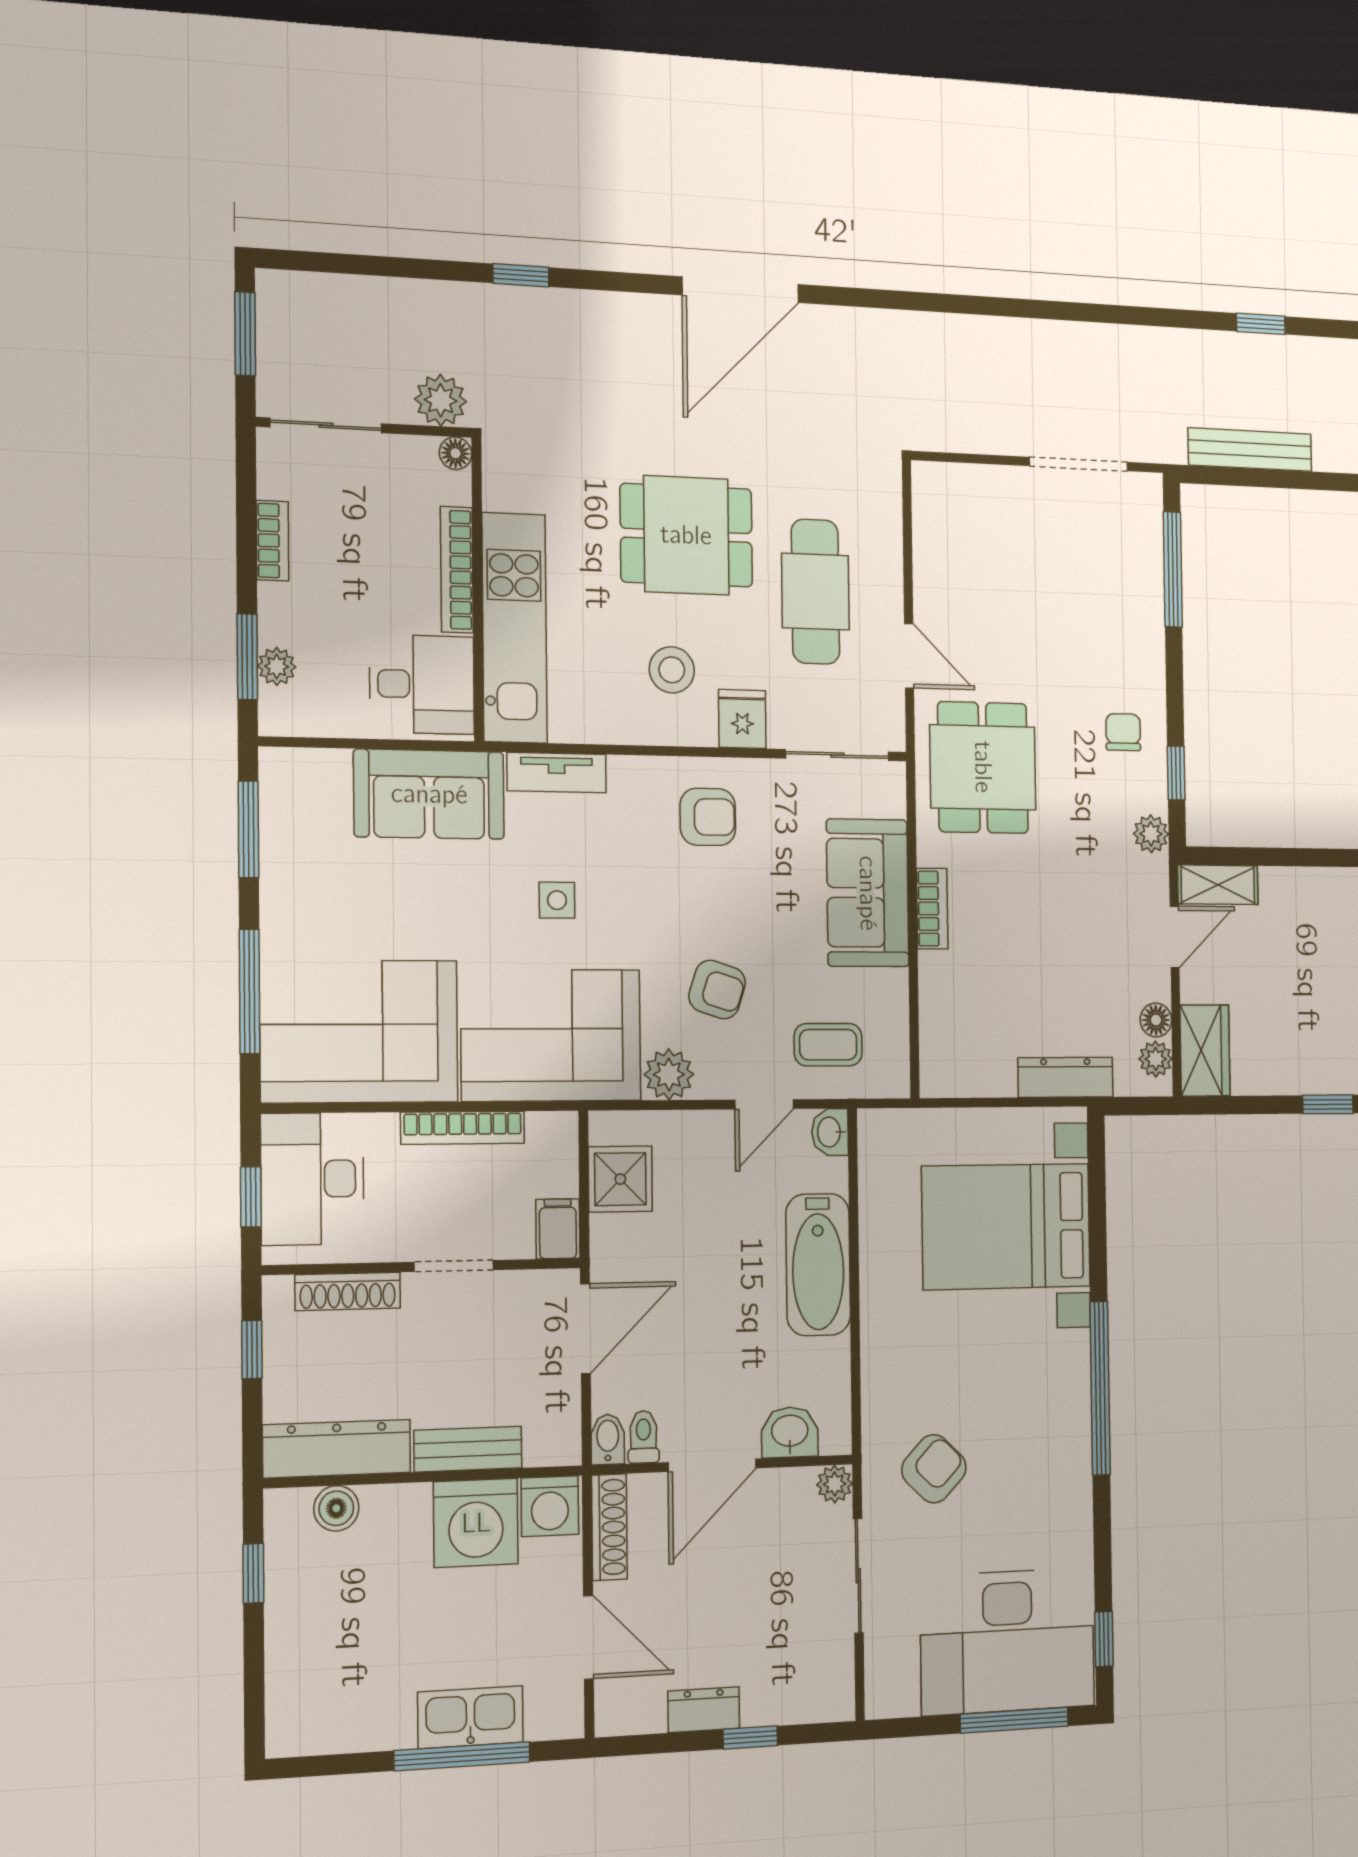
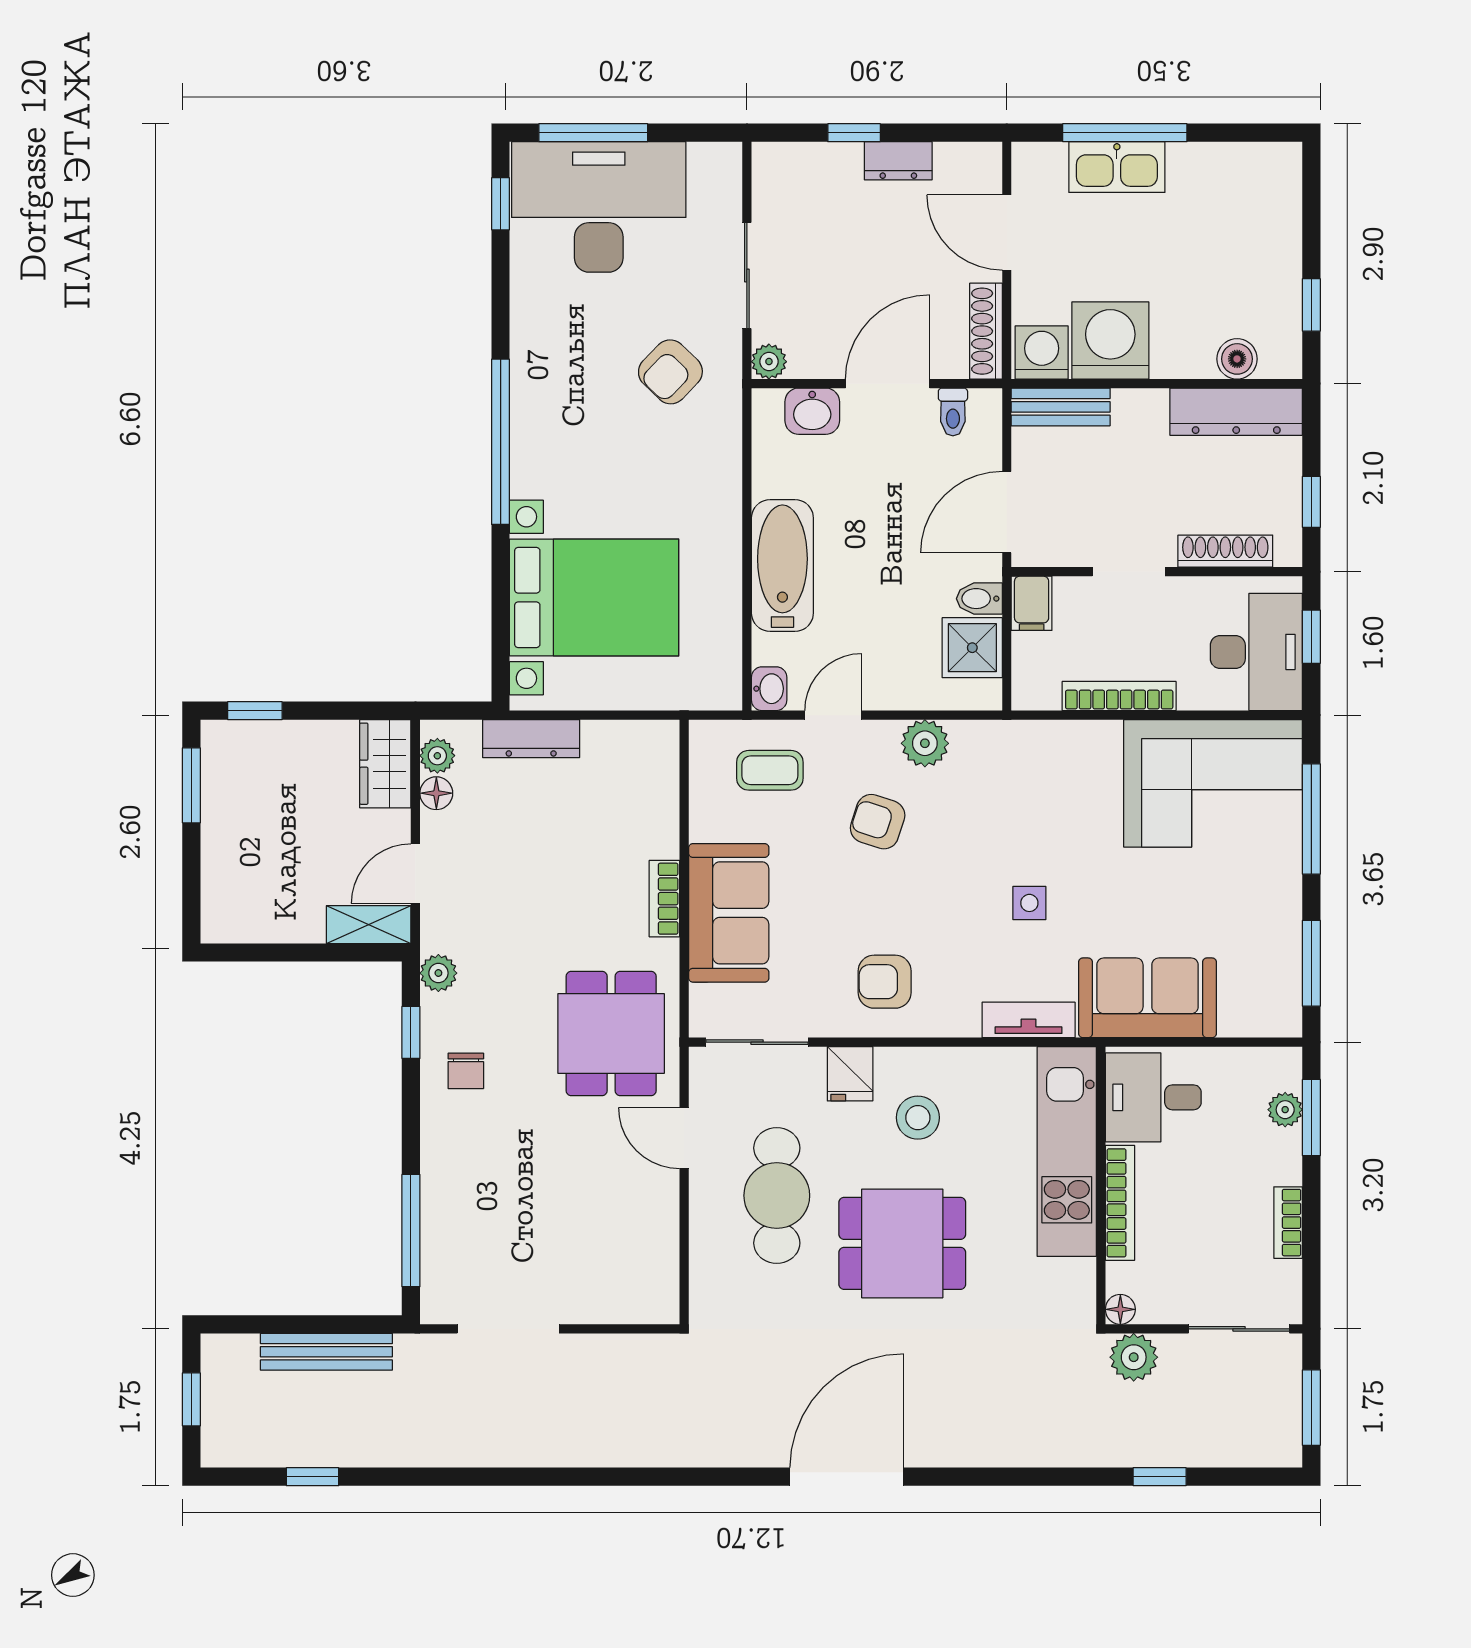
window: (521, 275) -> (1160, 1477), moved
corner sofa: (551, 1035) -> (1036, 779), removed
bidet: (608, 1439) -> (979, 599), moved, turned 90
bench: (468, 1449) -> (1061, 407), moved

